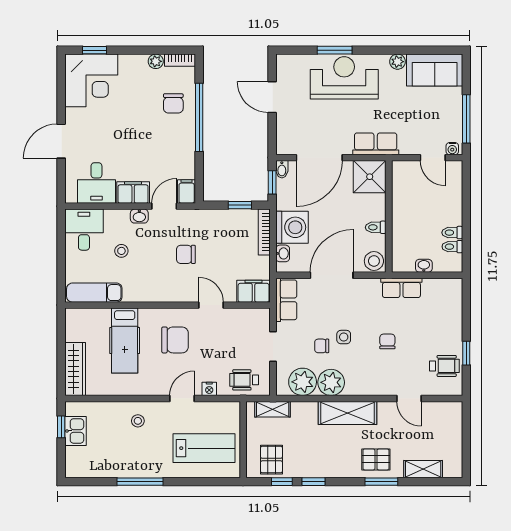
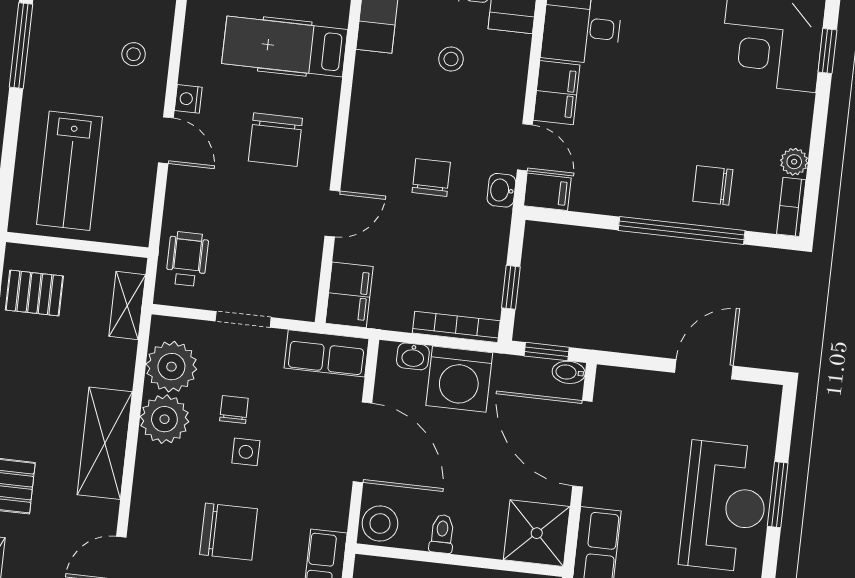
washbasin: (139, 216) -> (501, 190), moved
chair: (387, 341) -> (229, 532), width x1.87, depth x1.87
nightstand: (209, 389) -> (188, 99), moved

